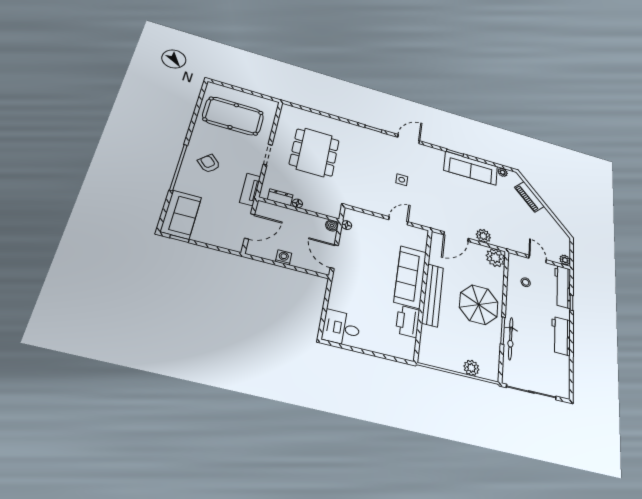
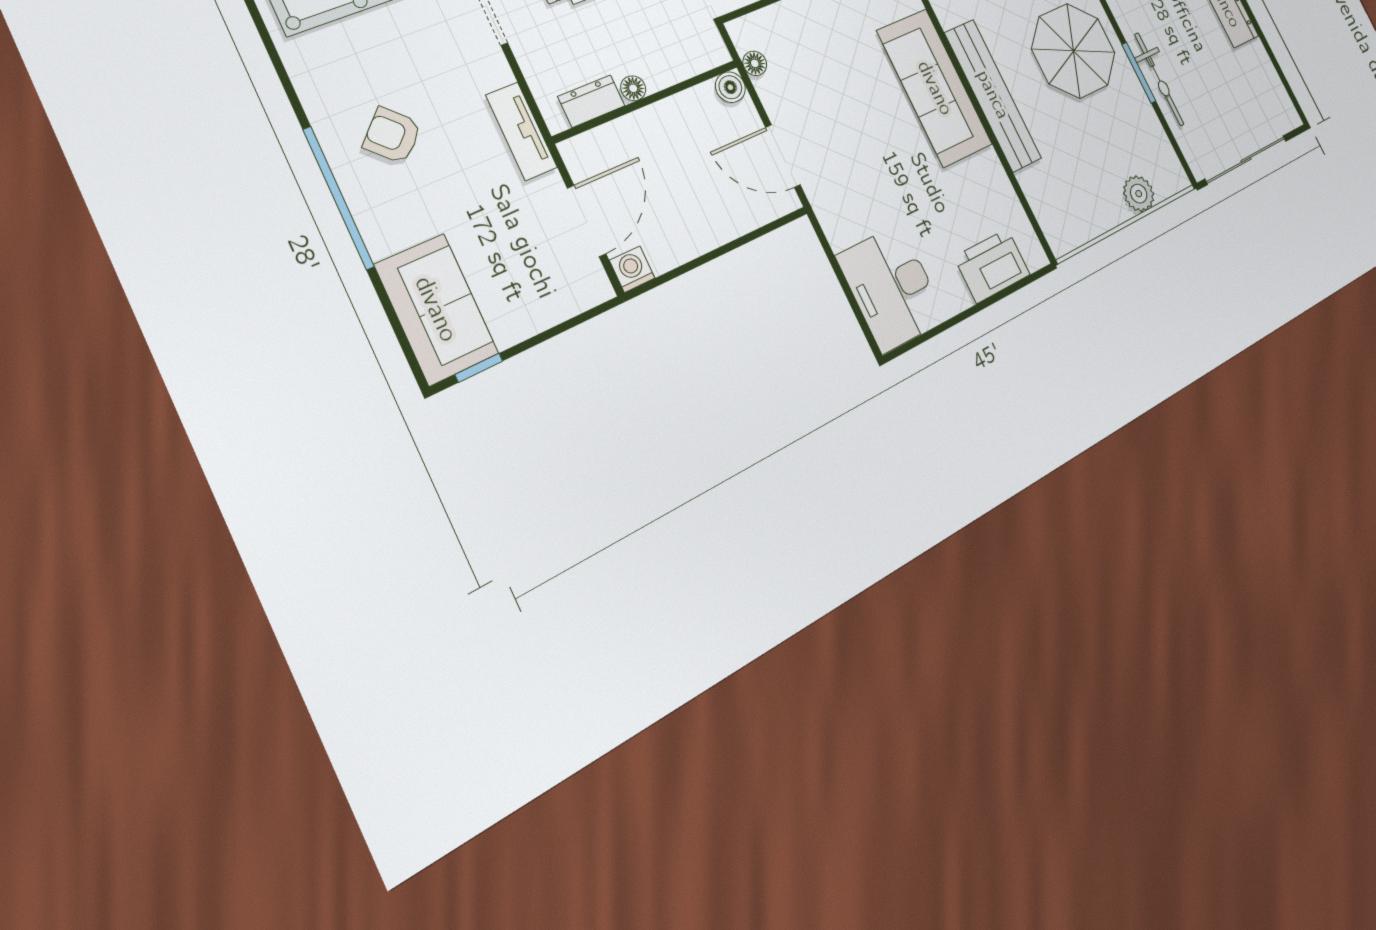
washing machine: (284, 257) -> (632, 269), moved
printer: (408, 321) -> (992, 266), moved, turned 90
desk: (341, 328) -> (892, 288), width x1.37

